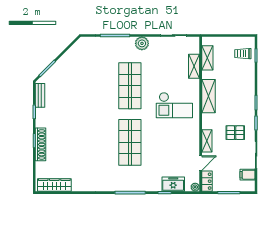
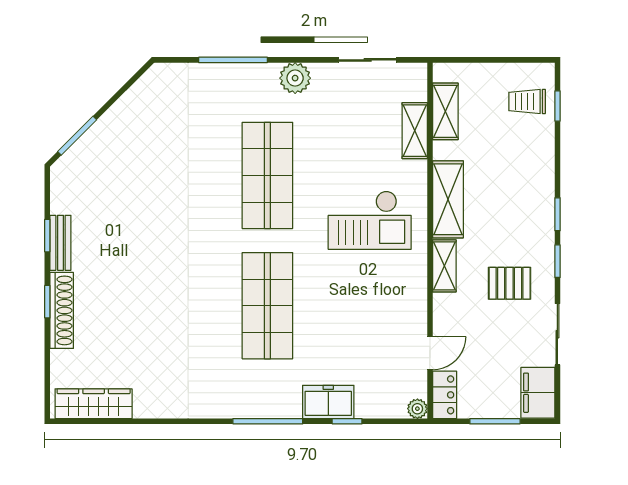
bench: (40, 95) -> (60, 243), moved
shelving: (207, 141) -> (444, 266), moved
filing cabinet: (248, 175) -> (538, 393), width x2.00
freezer: (173, 184) -> (328, 402), moved

